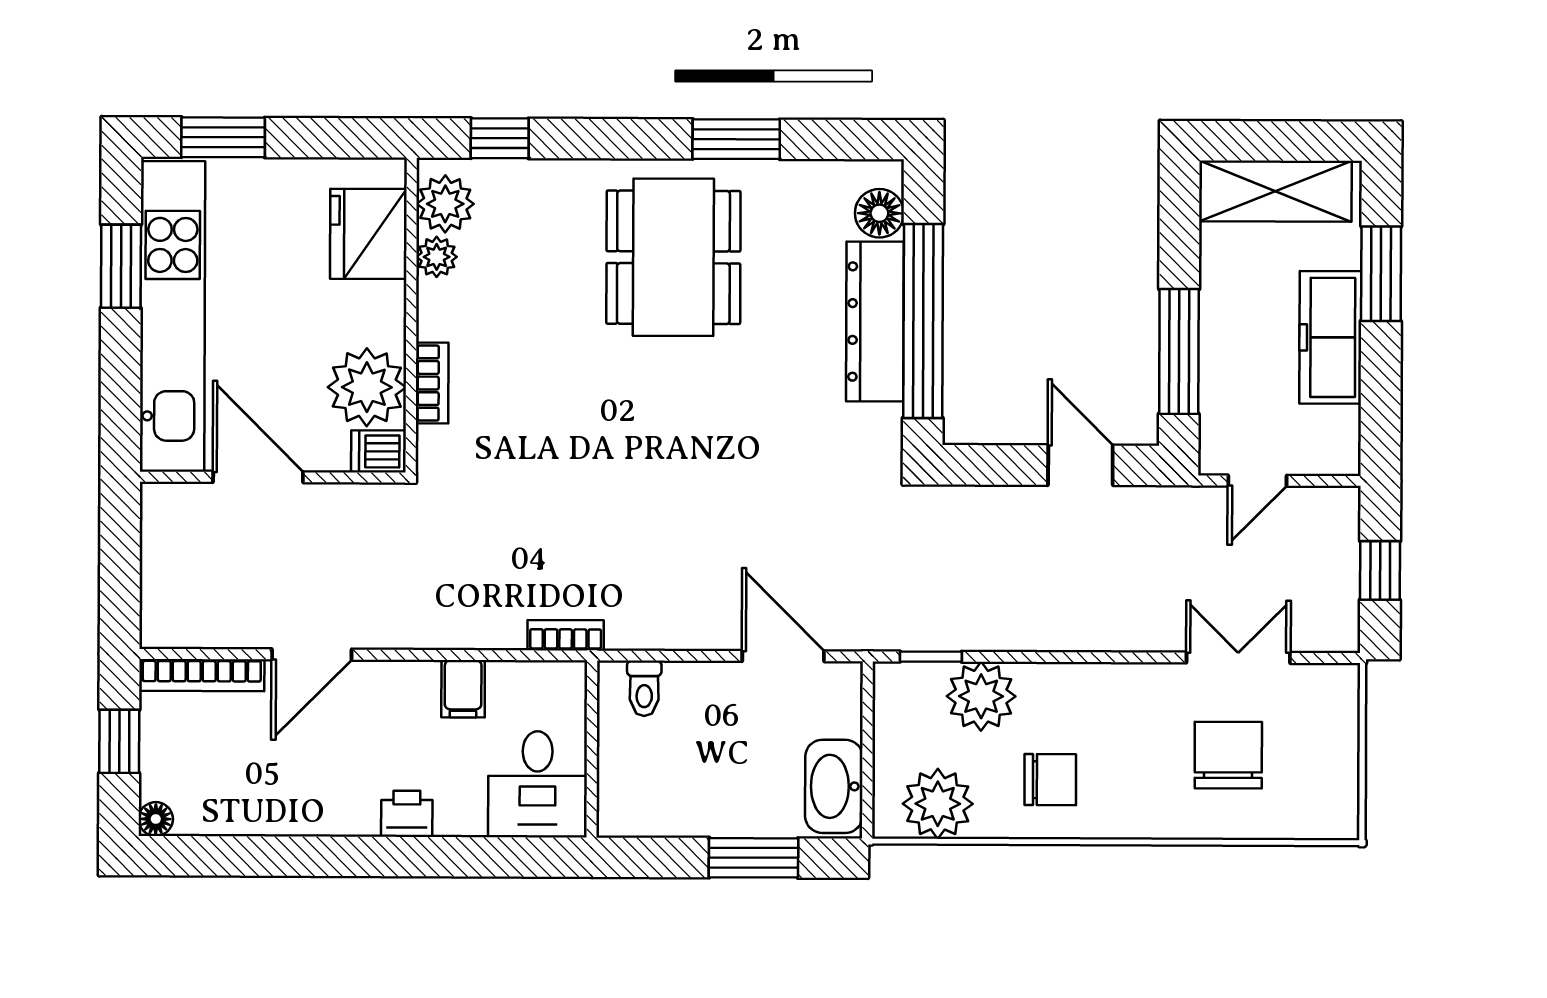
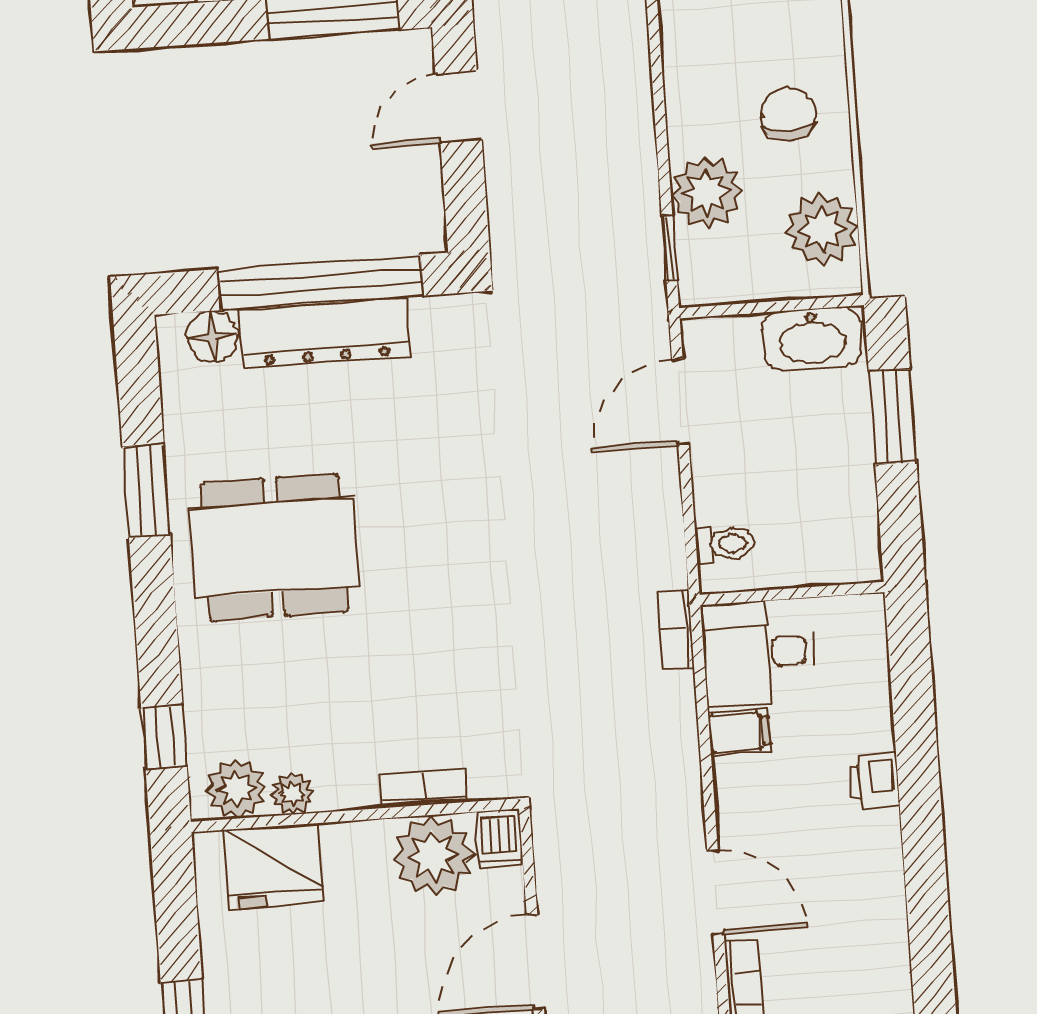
desk: (538, 784) -> (759, 652), moved, turned 180

